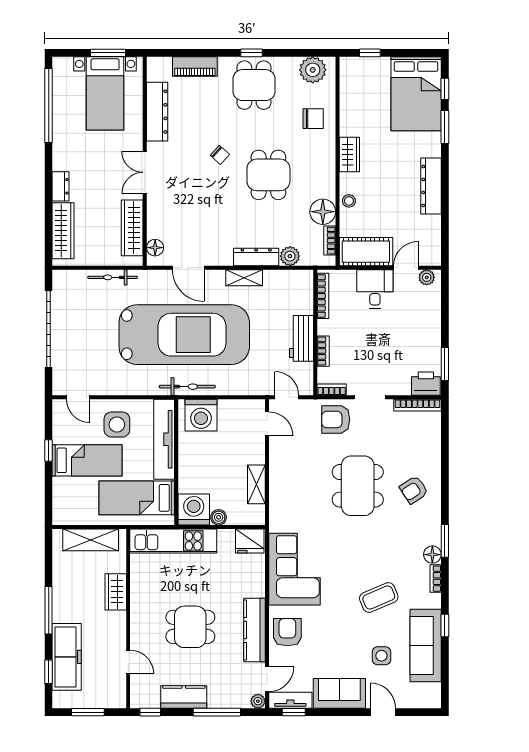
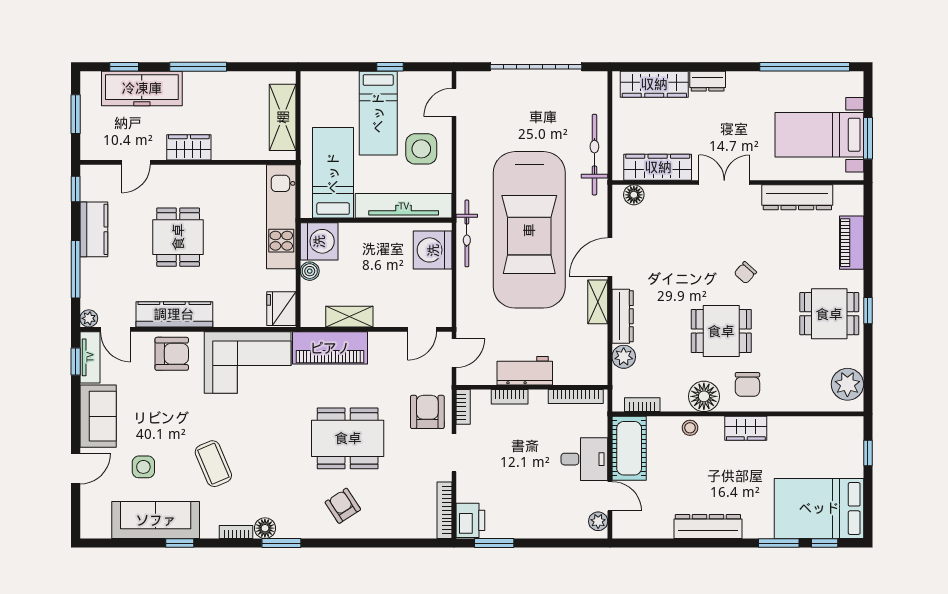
chair: (313, 119) -> (747, 384), moved
floor lamp: (323, 212) -> (704, 396), moved
door: (188, 268) -> (610, 257), moved
bicycle: (113, 277) -> (594, 155), width x1.37, depth x1.40
piano: (282, 500) -> (330, 348), added
wardrobe: (116, 592) -> (189, 147), moved

